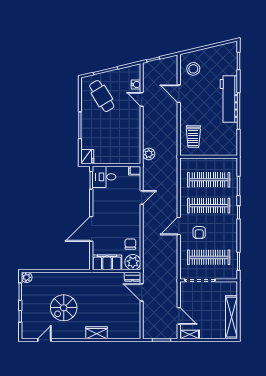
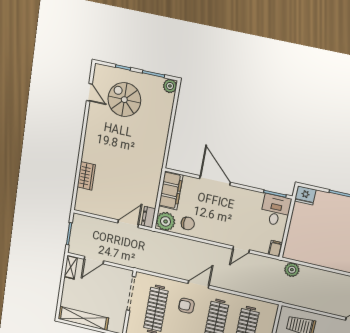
door: (142, 197) -> (241, 250), hinge flipped
door: (179, 226) -> (199, 284), hinge flipped
spiral stairs: (64, 308) -> (124, 100), moved
wardrobe: (96, 333) -> (86, 176), moved

